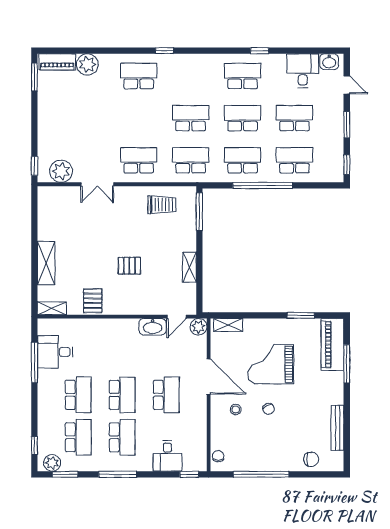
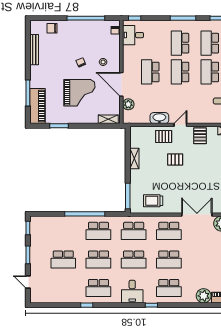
washbasin: (329, 62) -> (40, 298), removed
desk: (303, 71) -> (132, 292), moved
school desk: (294, 160) -> (169, 259), moved
double door: (97, 184) -> (197, 215), width x1.37
pallet: (146, 300) -> (164, 136), added
door: (177, 317) -> (180, 125), moved
plant: (199, 327) -> (128, 104), moved
desk: (168, 456) -> (133, 35), moved, turned -90

